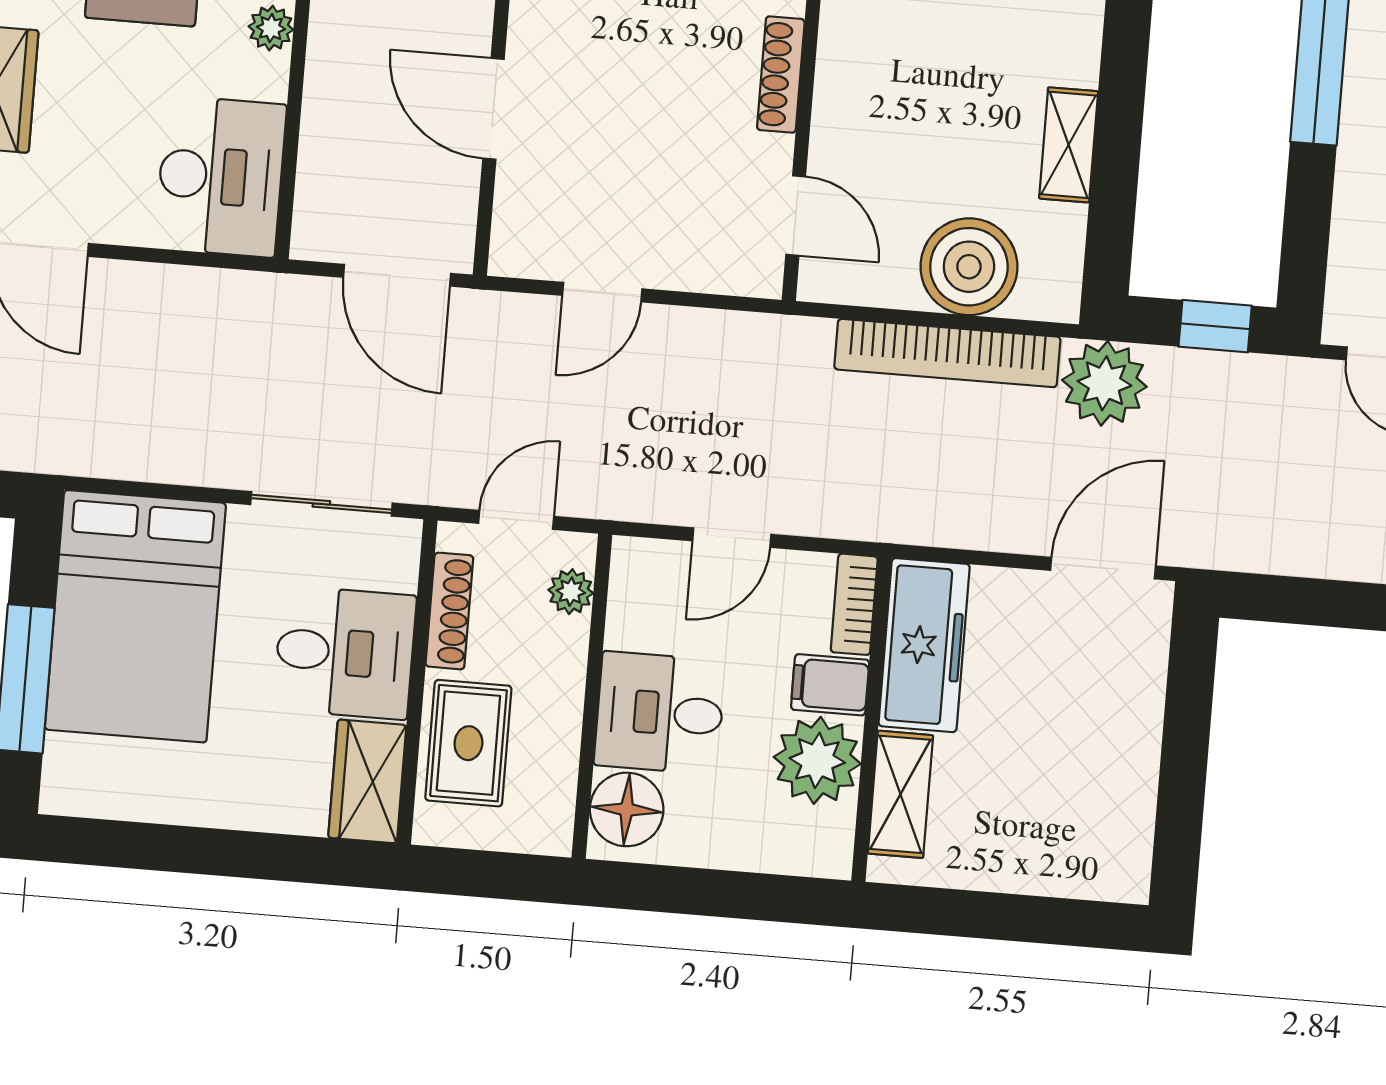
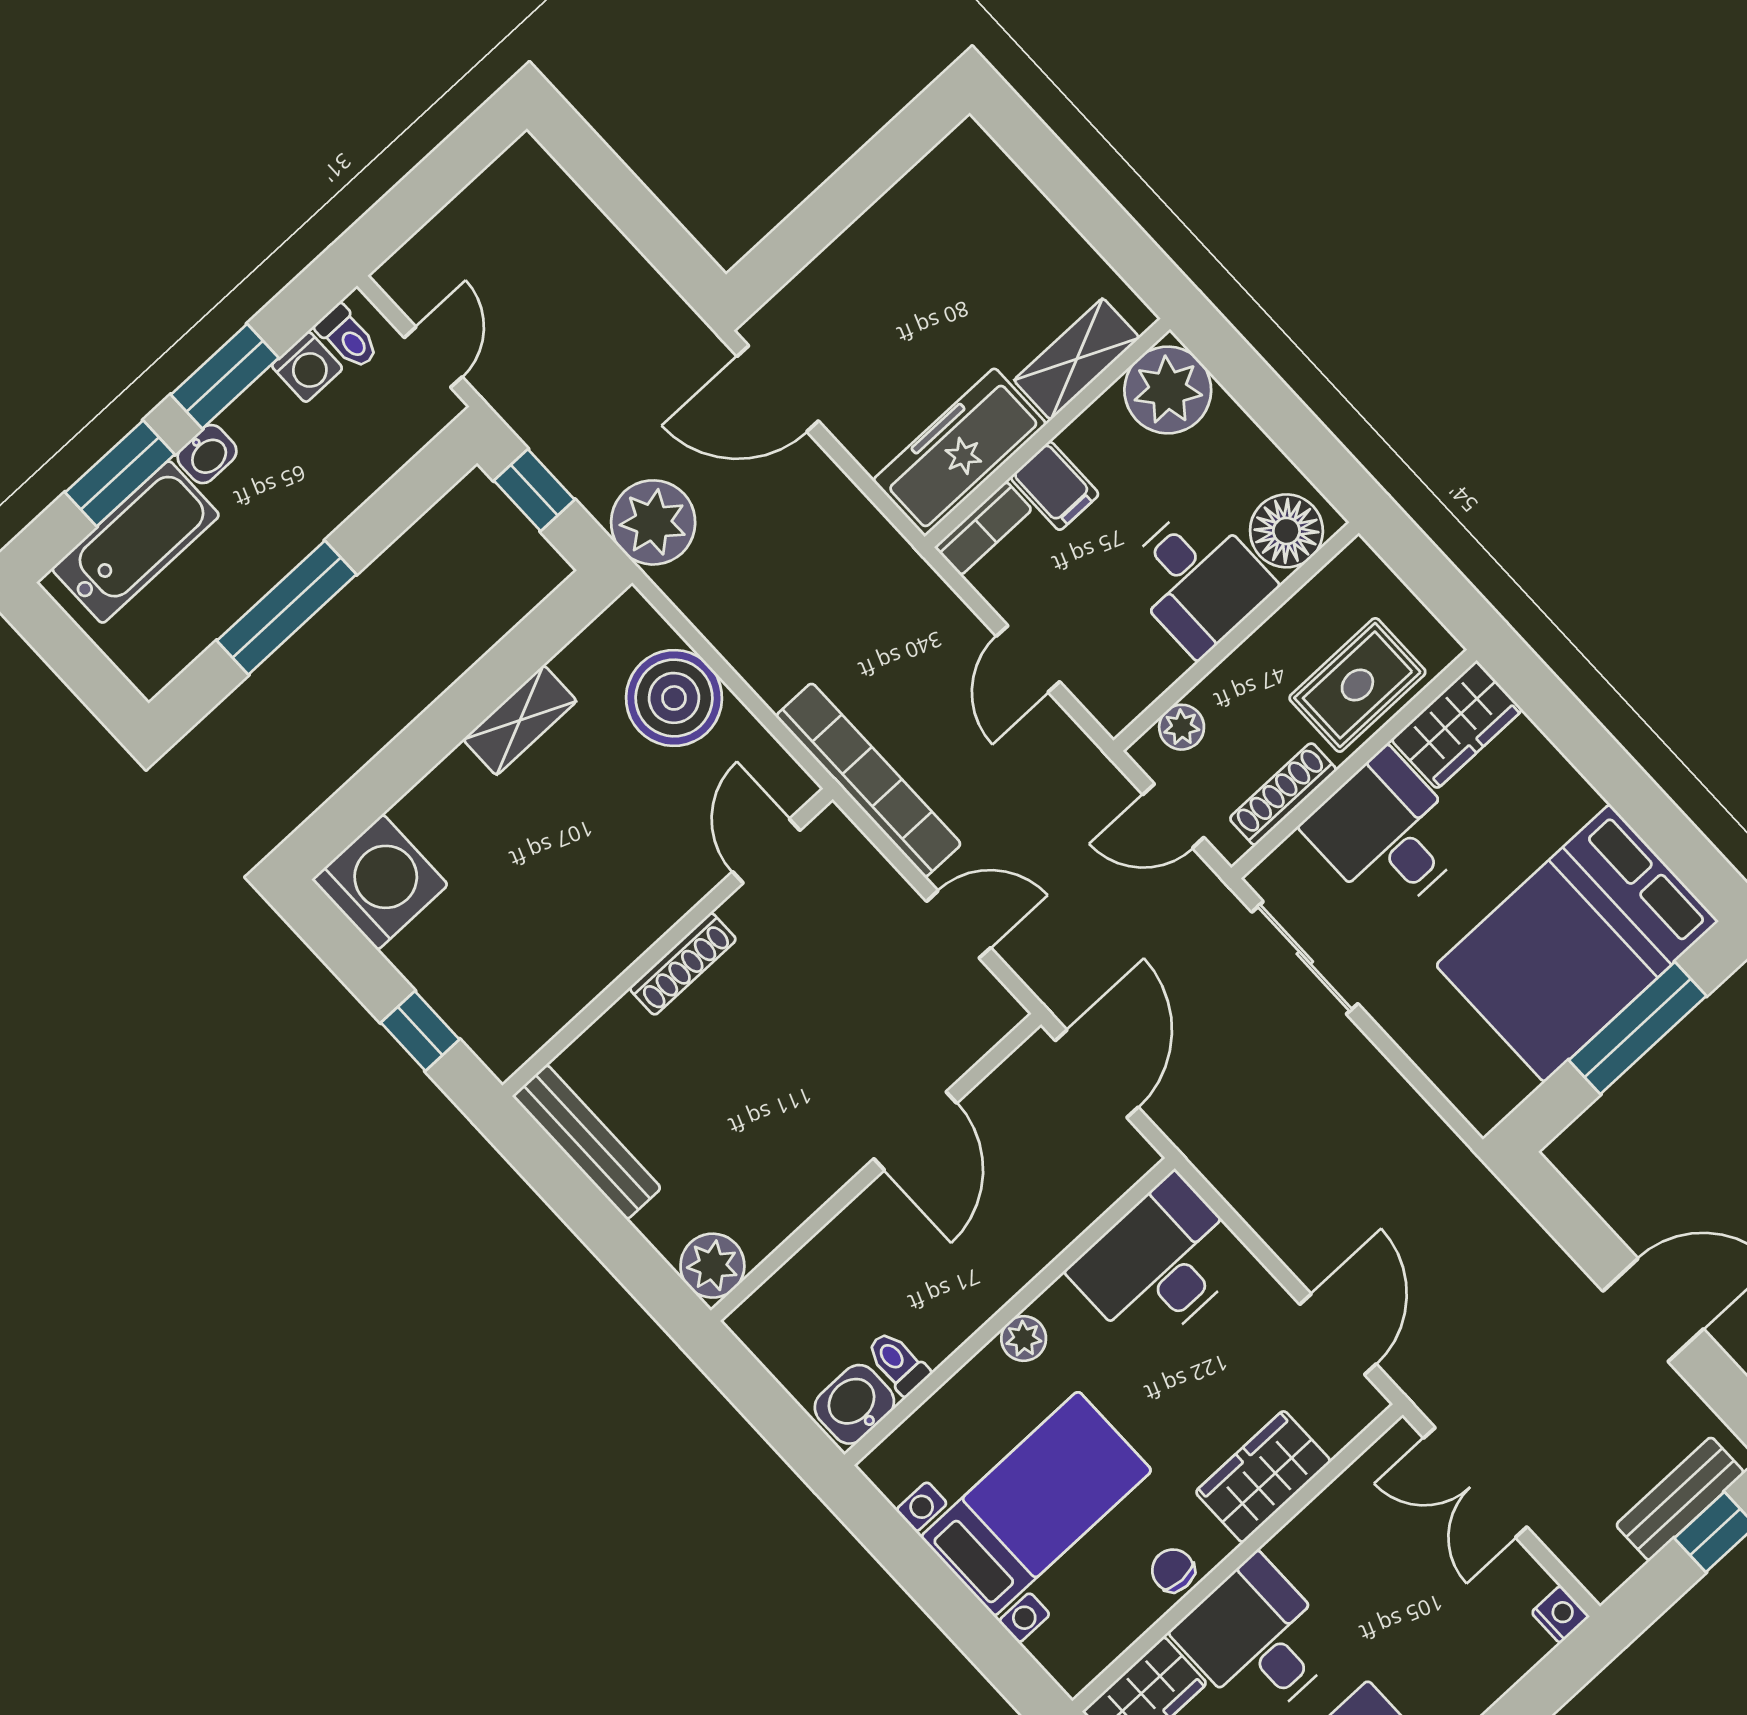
bookcase: (947, 353) -> (868, 780), moved
door: (732, 538) -> (1028, 659), swing flipped
bed: (135, 616) -> (1577, 943), moved, turned 180
plant: (817, 760) -> (1168, 390), moved

